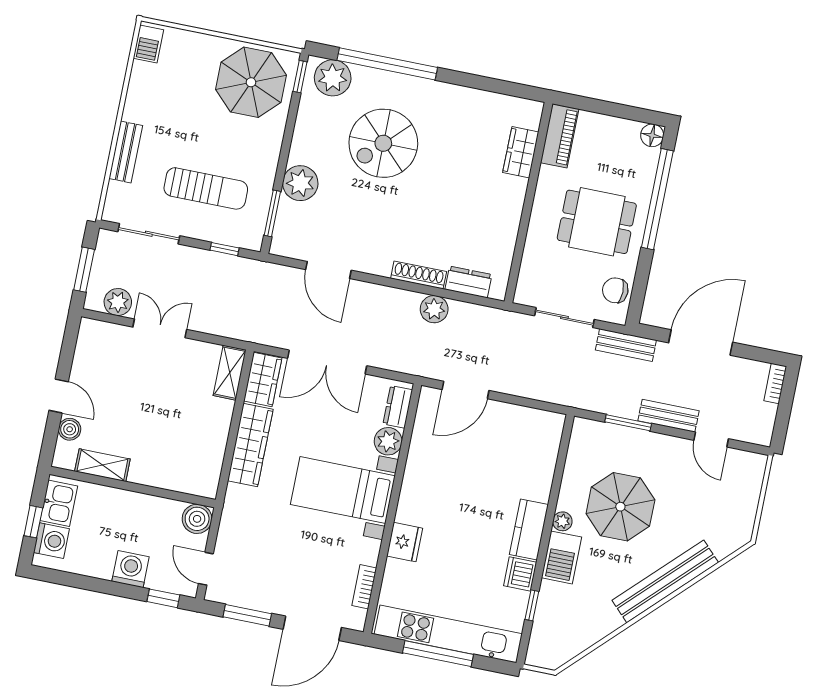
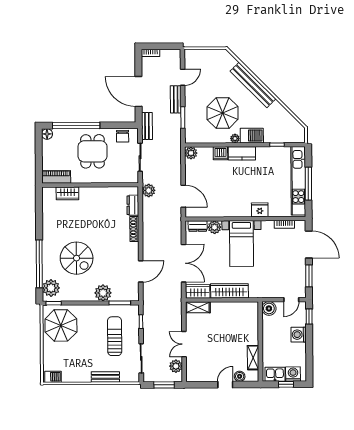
plant: (434, 309) -> (149, 190), moved
plant: (551, 424) -> (191, 153), added
dishwasher: (520, 574) -> (220, 153), moved

